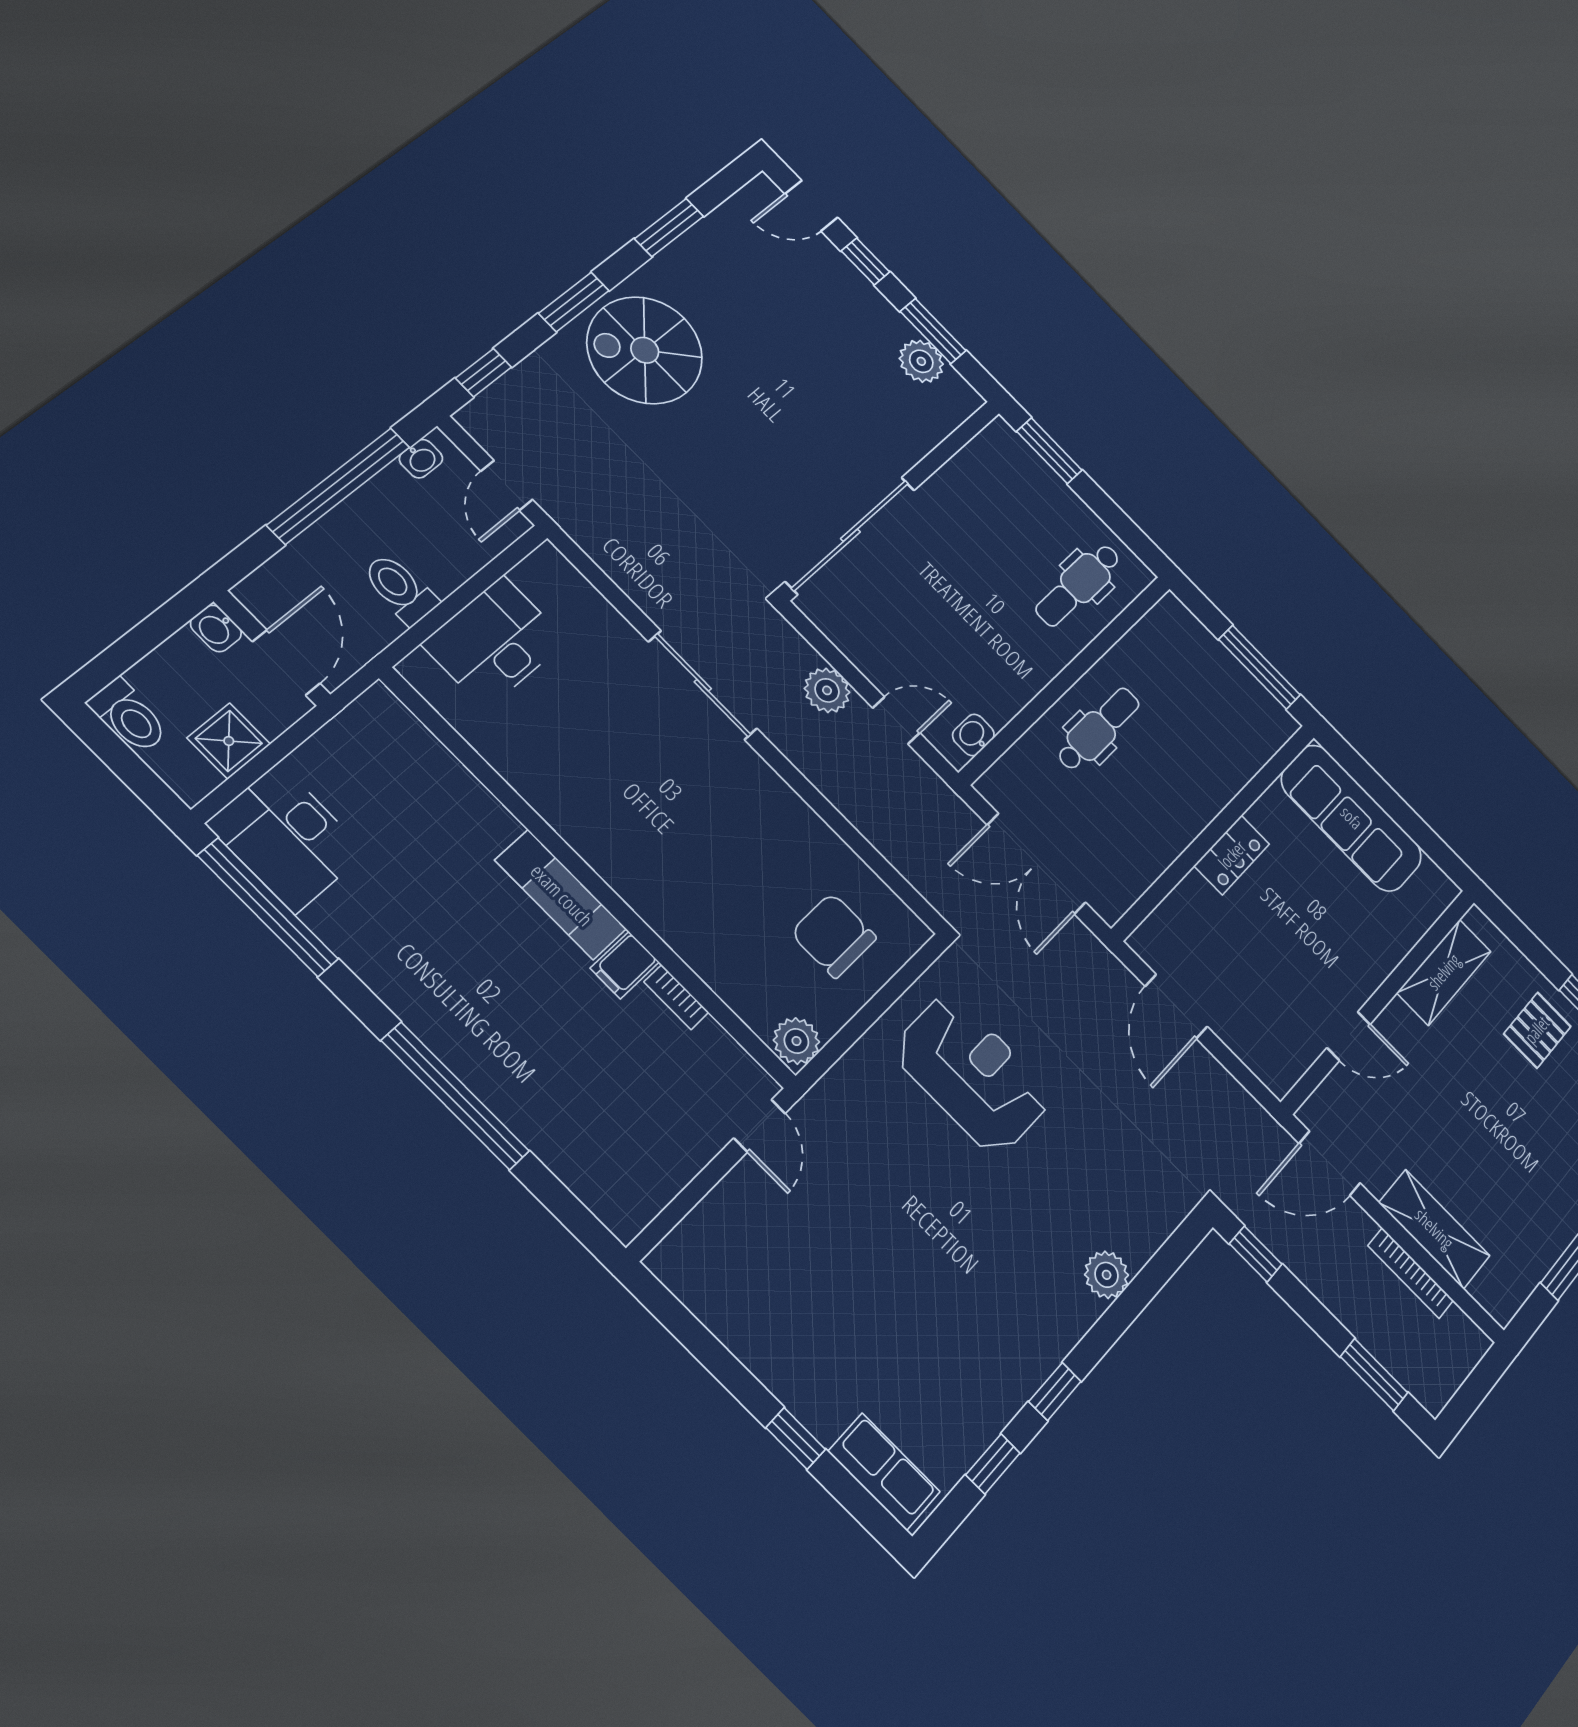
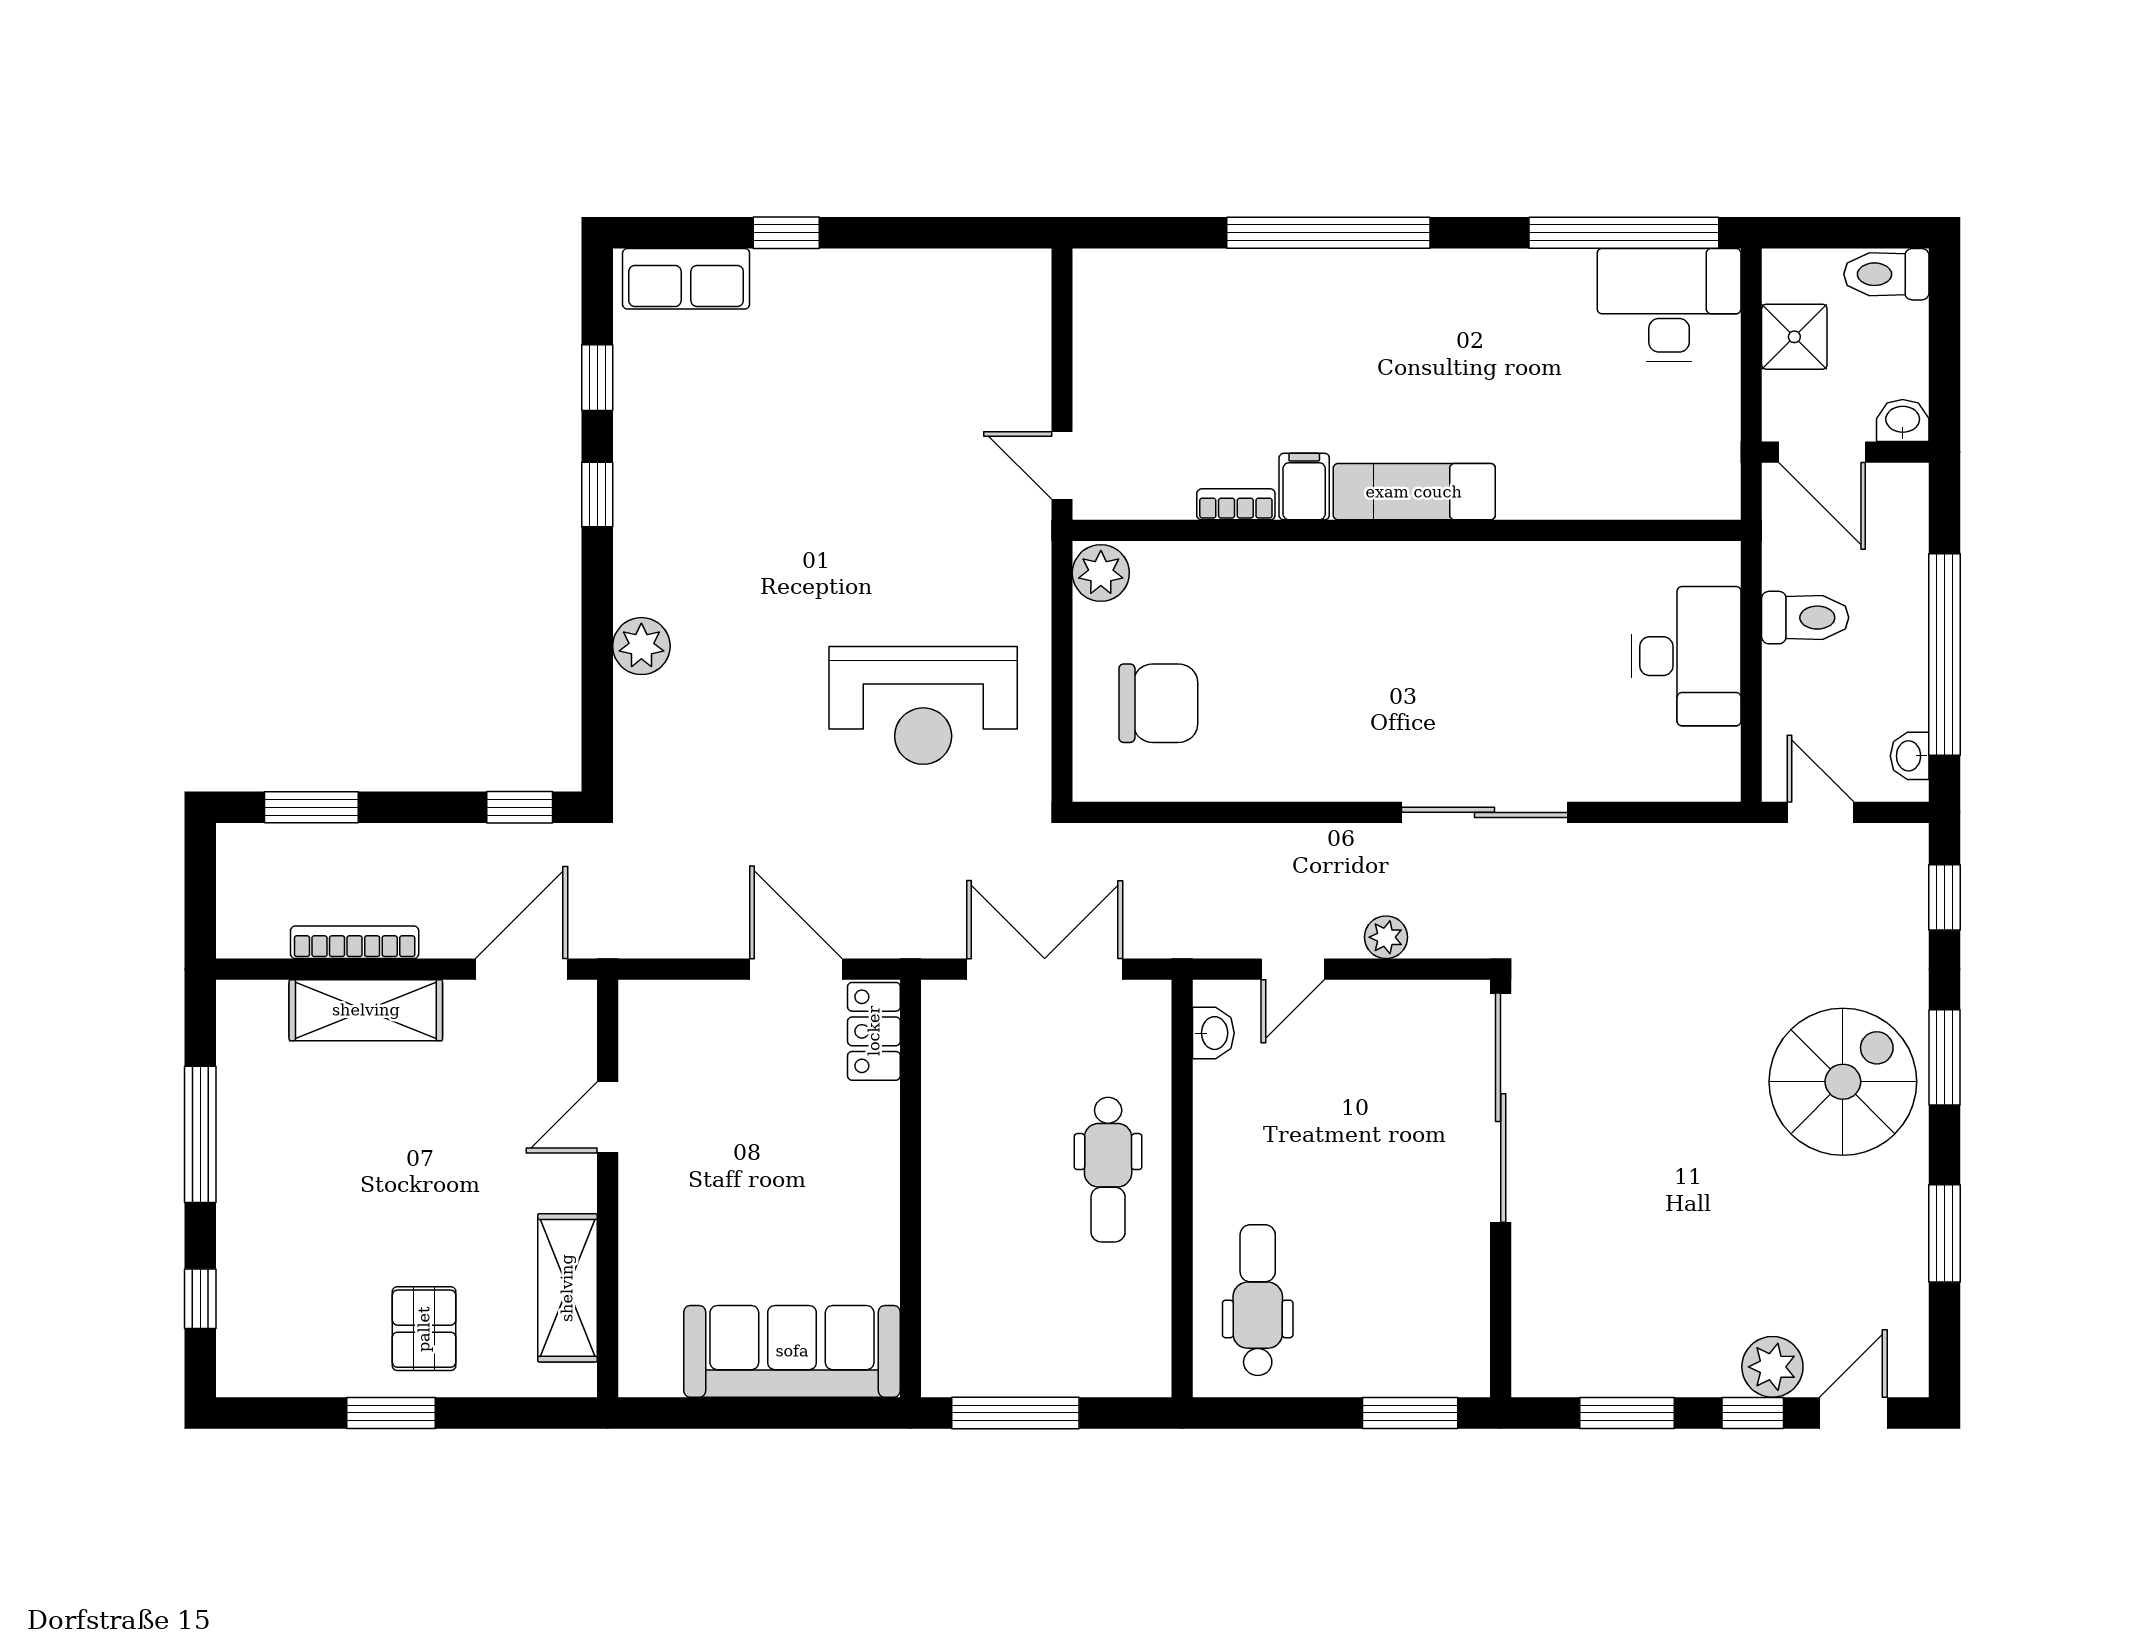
plant: (921, 361) -> (1772, 1367), moved
plant: (827, 690) -> (1386, 937), width x0.73, depth x0.73
locker: (1232, 855) -> (874, 1031), moved

